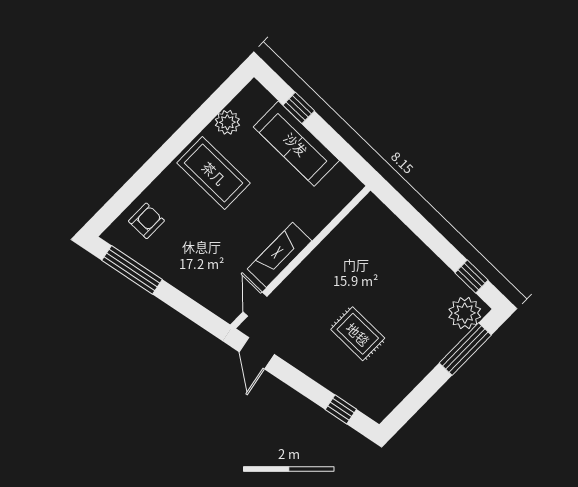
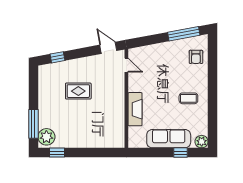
plant: (227, 122) -> (202, 142), moved
coffee table: (214, 173) -> (188, 98), width x0.54, depth x0.58
fireplace: (280, 255) -> (135, 109), moved

